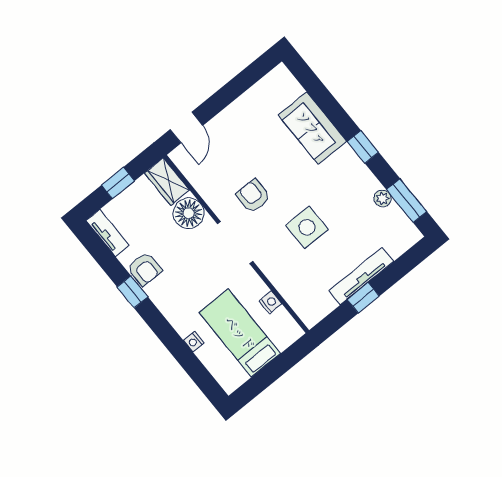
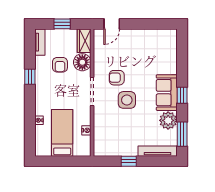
sofa: (312, 128) -> (167, 93), moved
armchair: (253, 196) -> (117, 78), turned -90
plant: (382, 198) -> (168, 120), width x1.87, depth x1.87
side table: (307, 227) -> (127, 100), moved
armchair: (145, 269) -> (60, 65), moved
tv unit: (361, 276) -> (158, 151), moved

